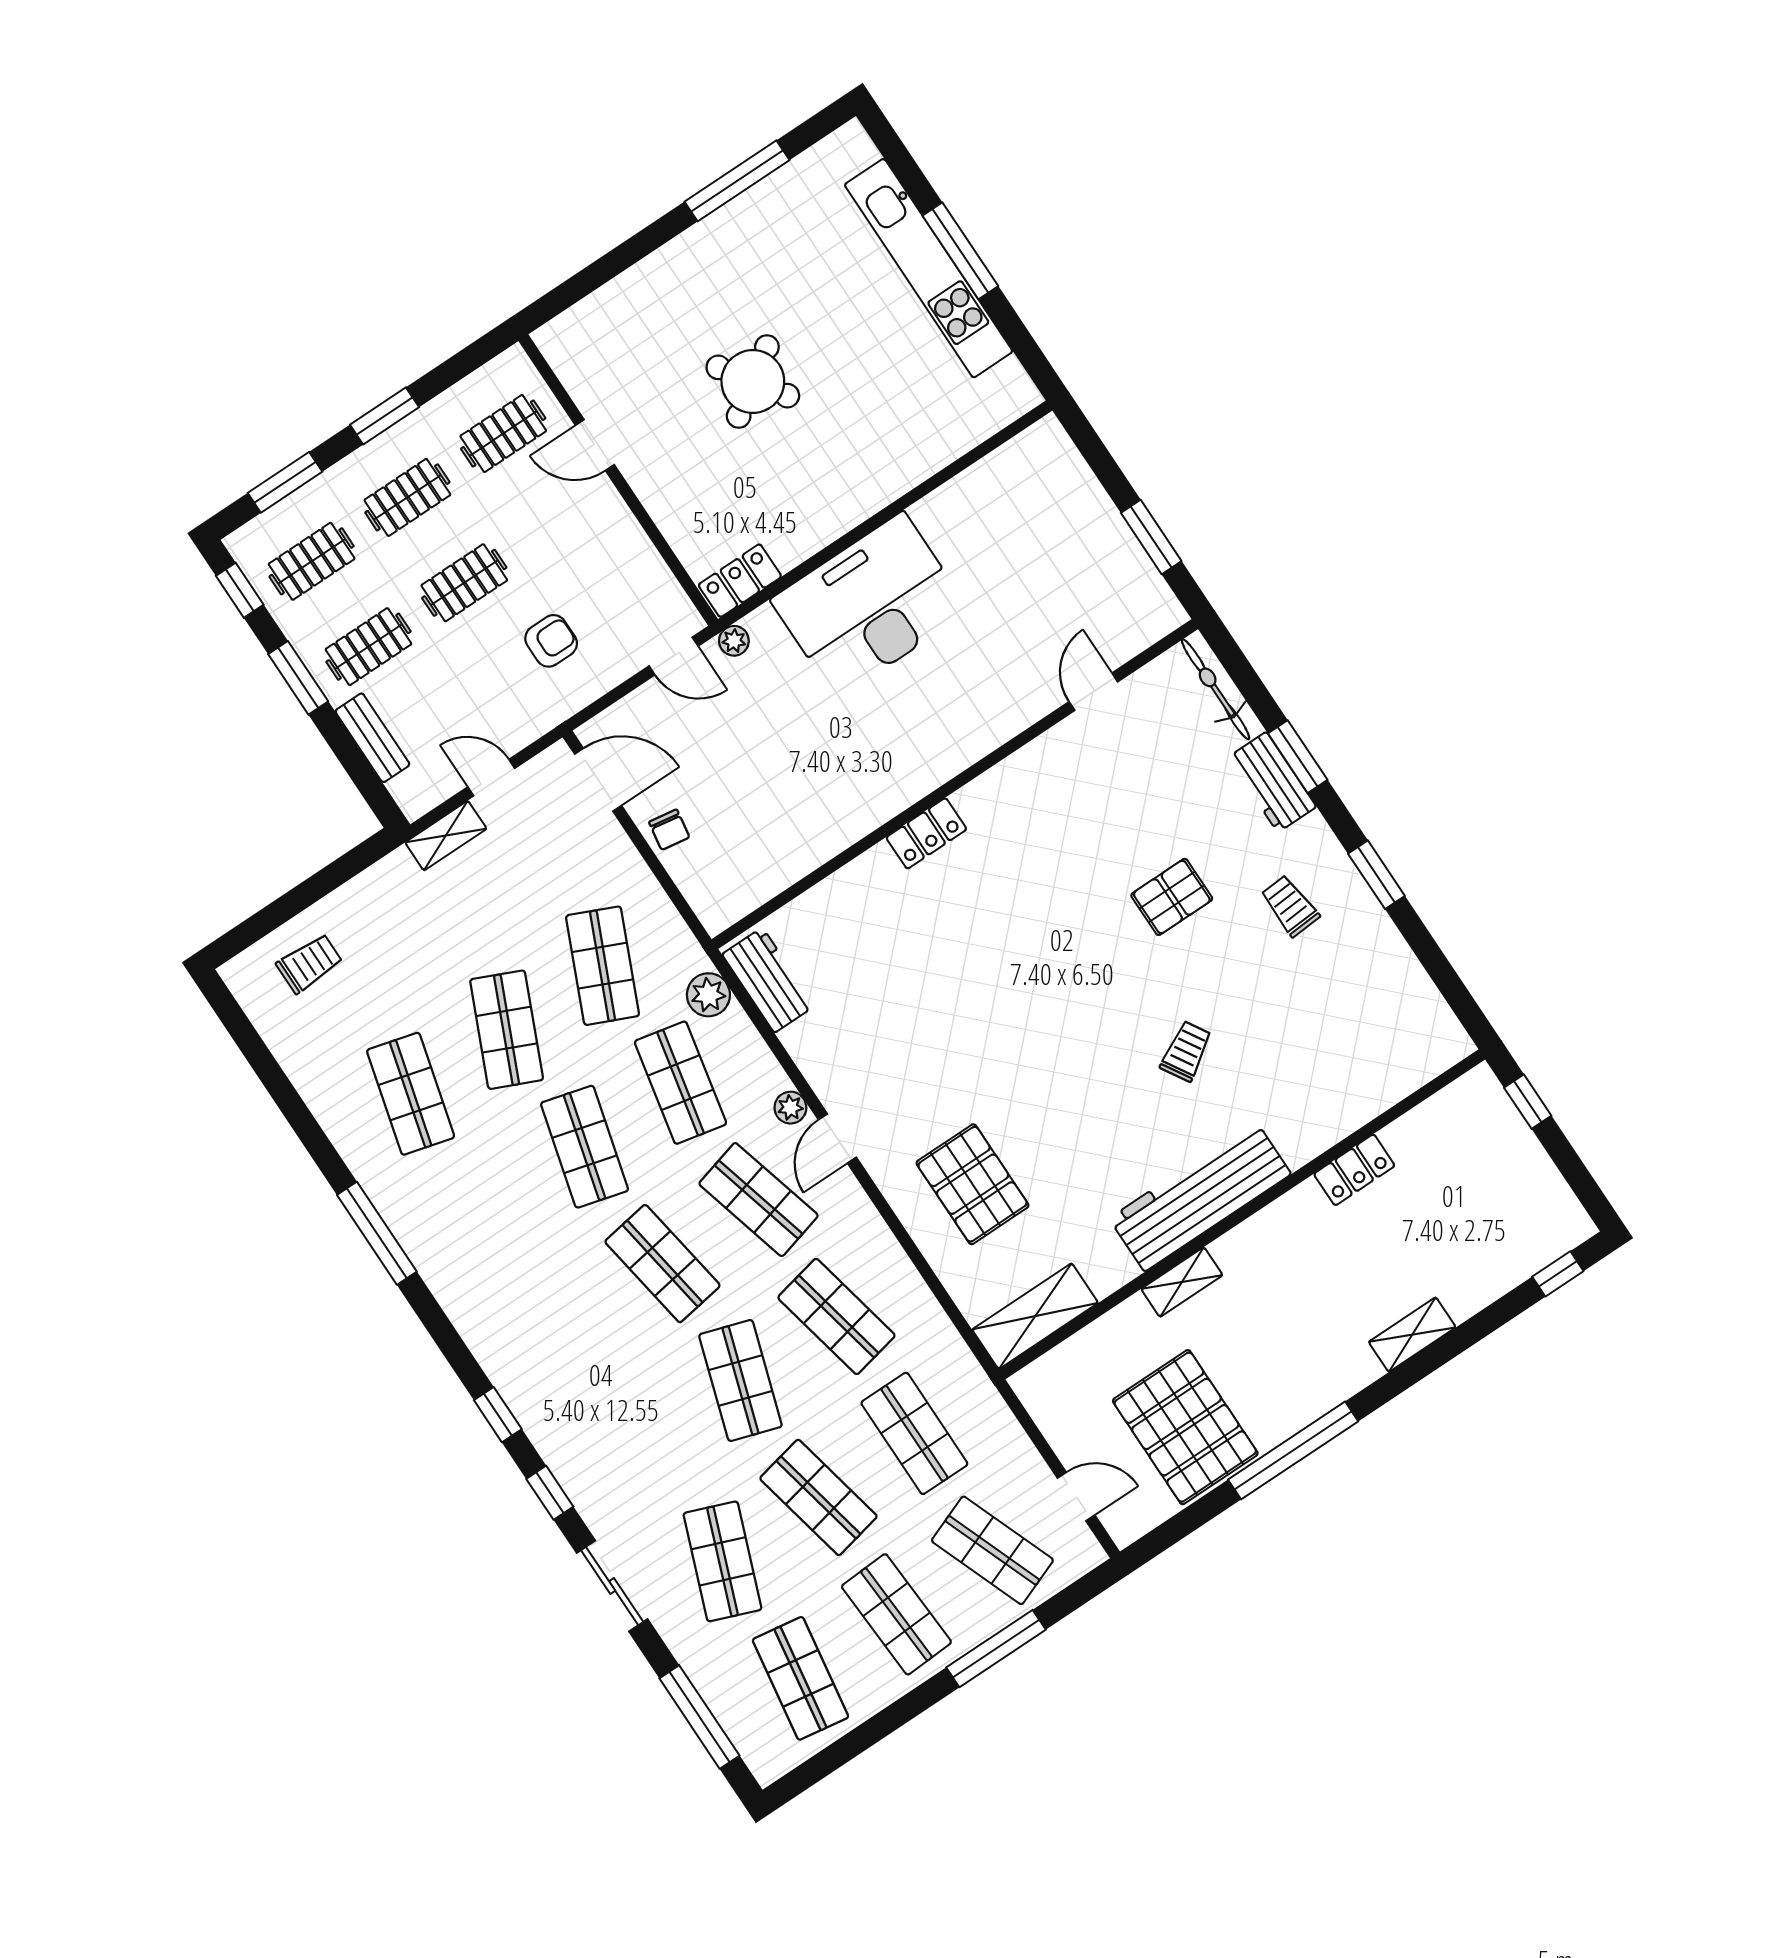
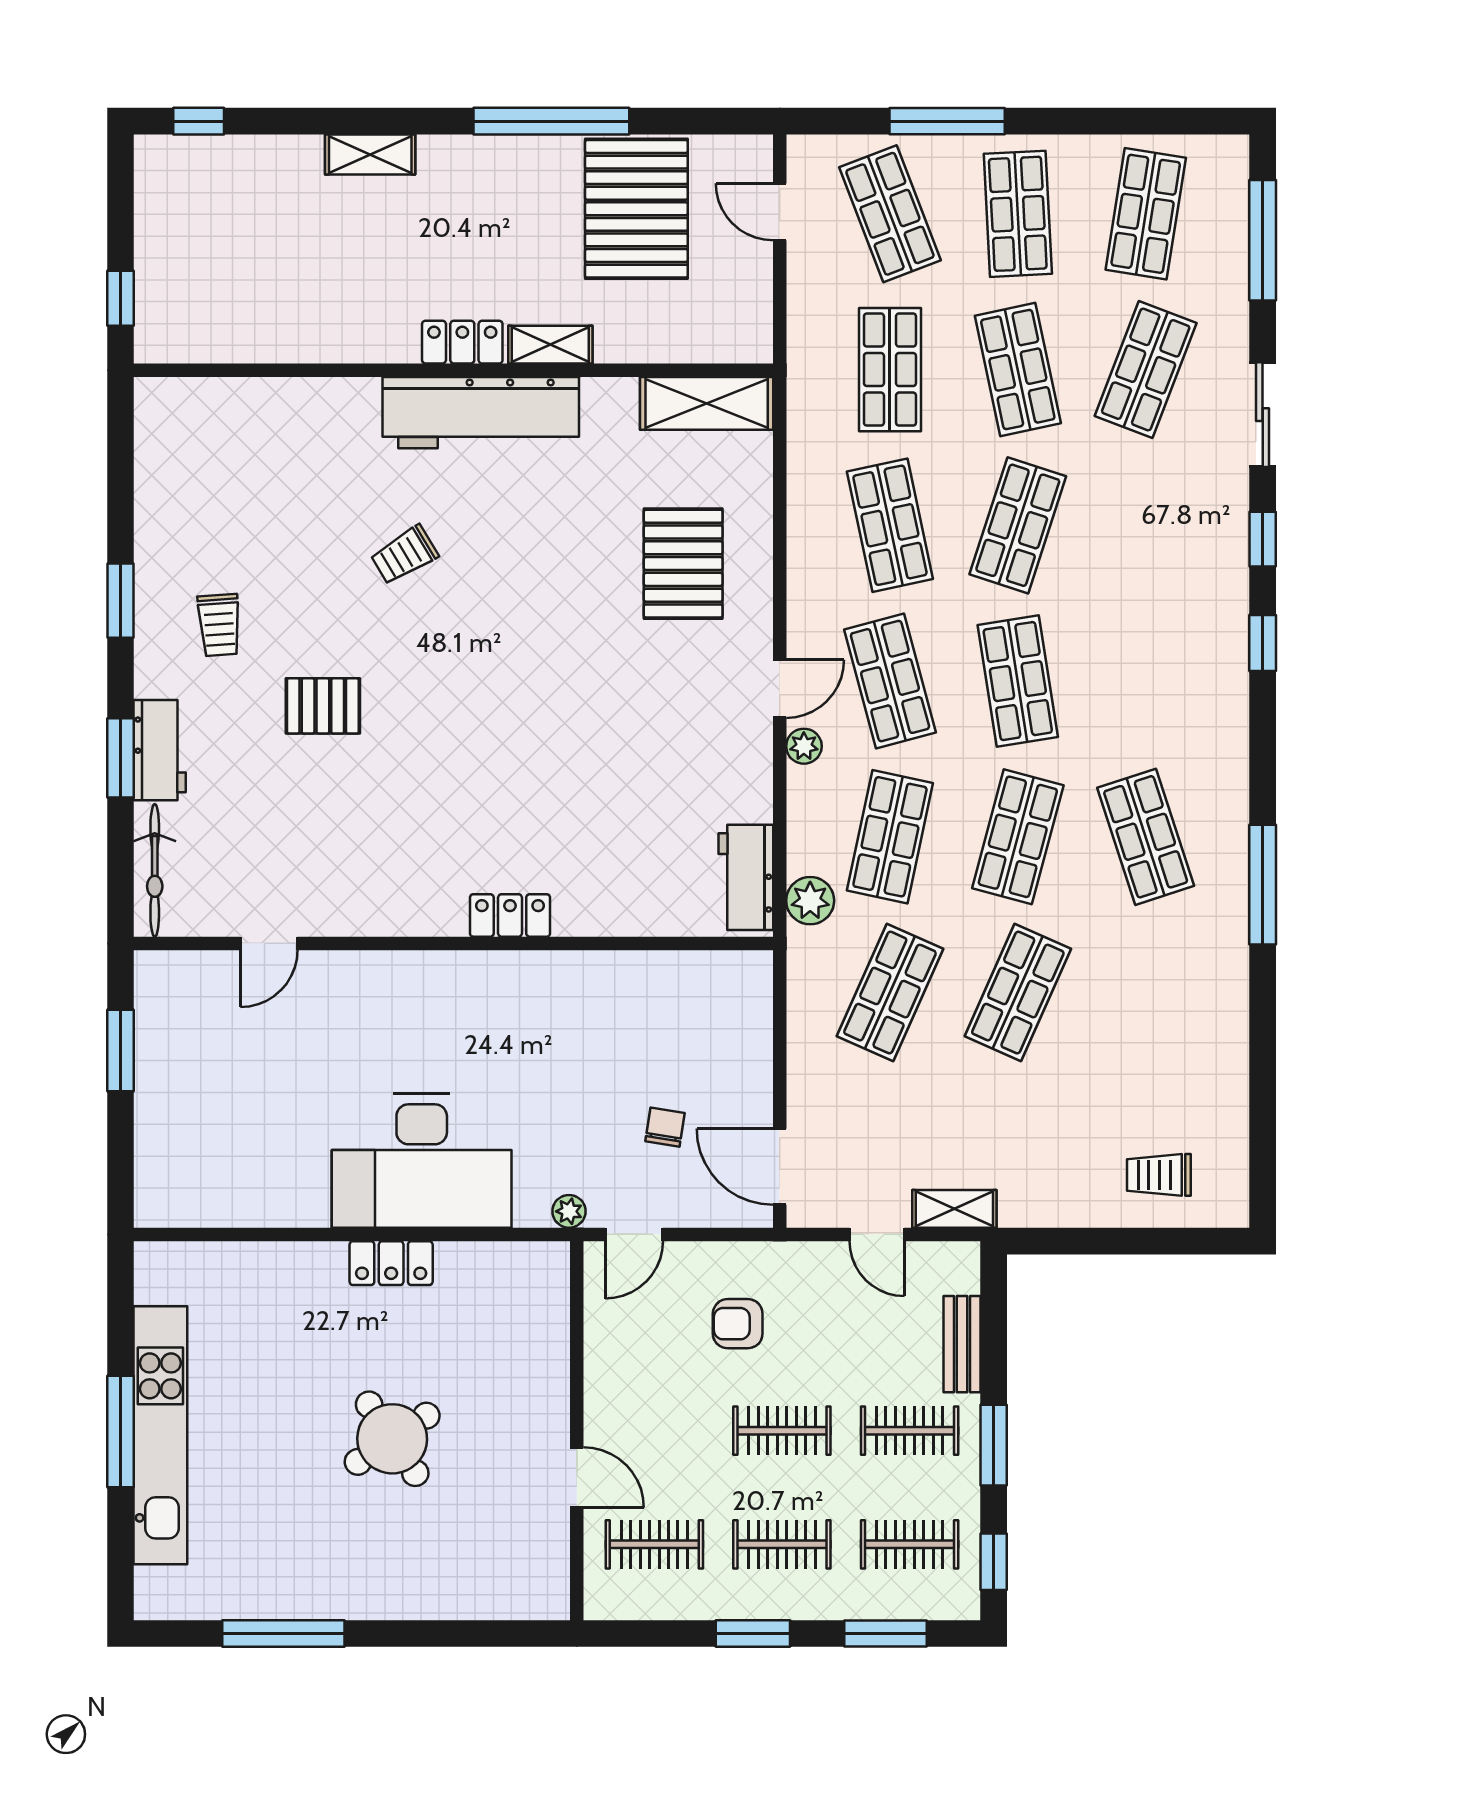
locker: (740, 581) -> (391, 1263), moved
door: (674, 656) -> (634, 1234), swing flipped
chair: (669, 830) -> (665, 1127), moved
shop shelf: (411, 1094) -> (1146, 837), moved, turned -33
locker: (1354, 1170) -> (462, 342), moved

